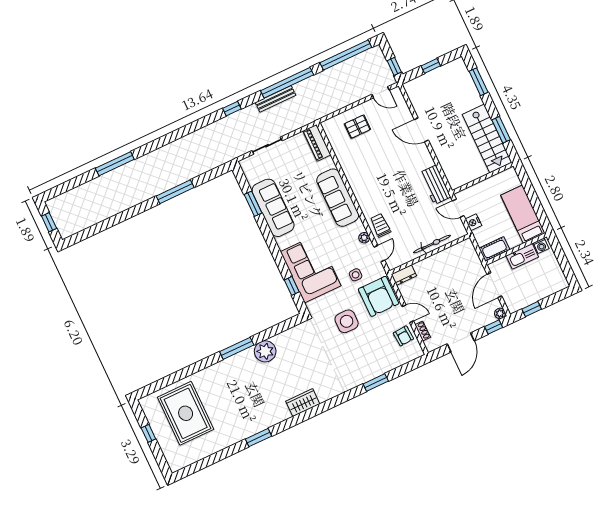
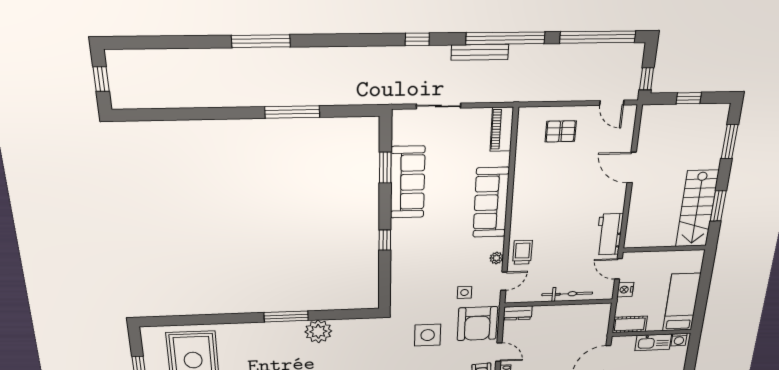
window: (115, 164) -> (261, 41), moved
corner sofa: (311, 269) -> (417, 267), removed
window: (292, 286) -> (385, 240), moved

